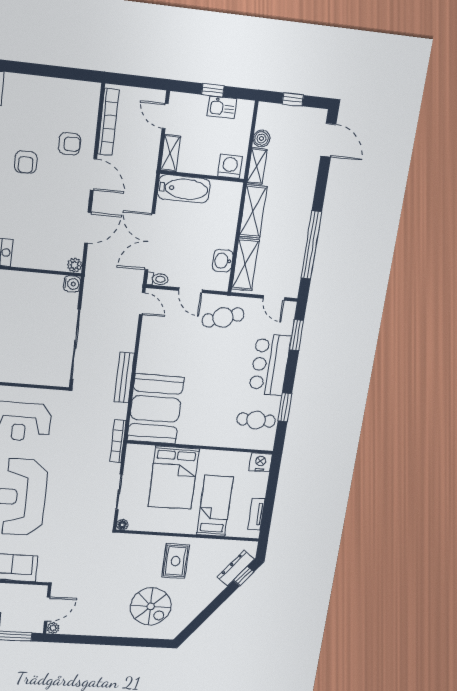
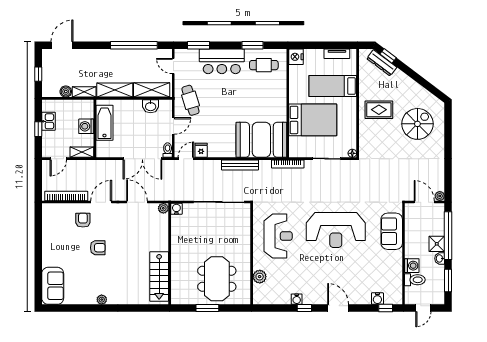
washing machine: (230, 166) -> (86, 126), moved
bathtub: (184, 189) -> (104, 123), moved
door: (274, 298) -> (173, 66), swing flipped
fridge: (151, 326) -> (201, 150), added
cafe table: (256, 420) -> (264, 65), turned 90

